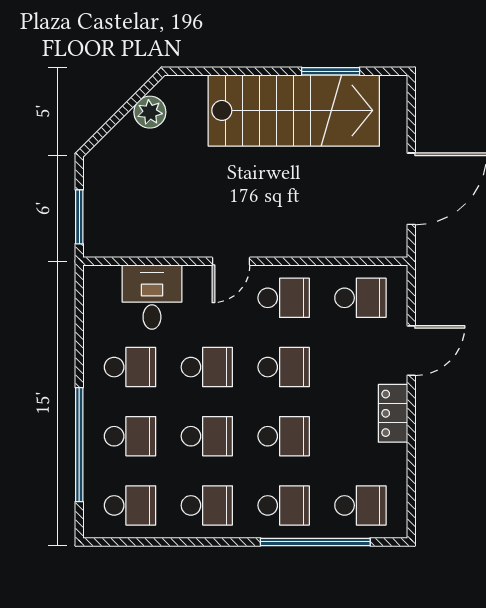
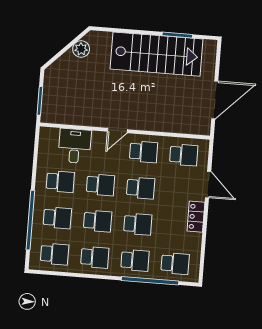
door: (411, 351) -> (208, 185), hinge flipped

